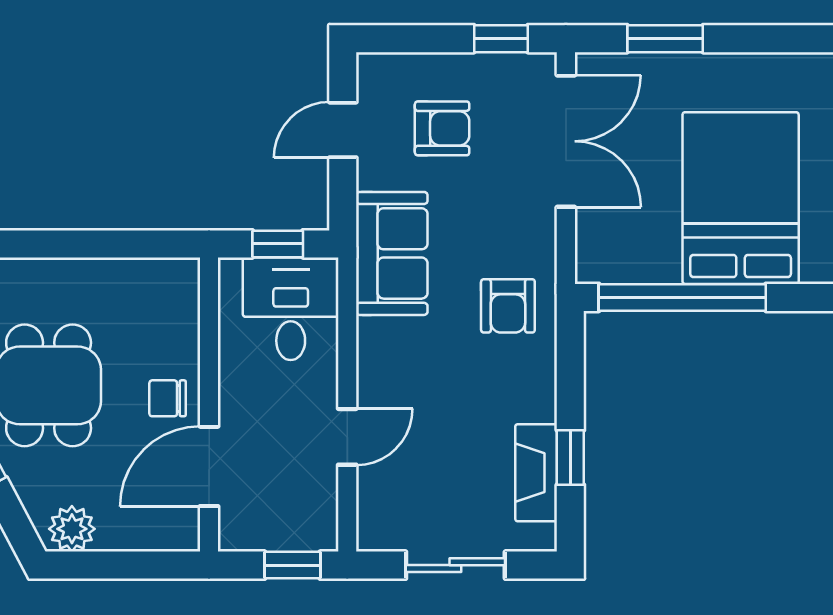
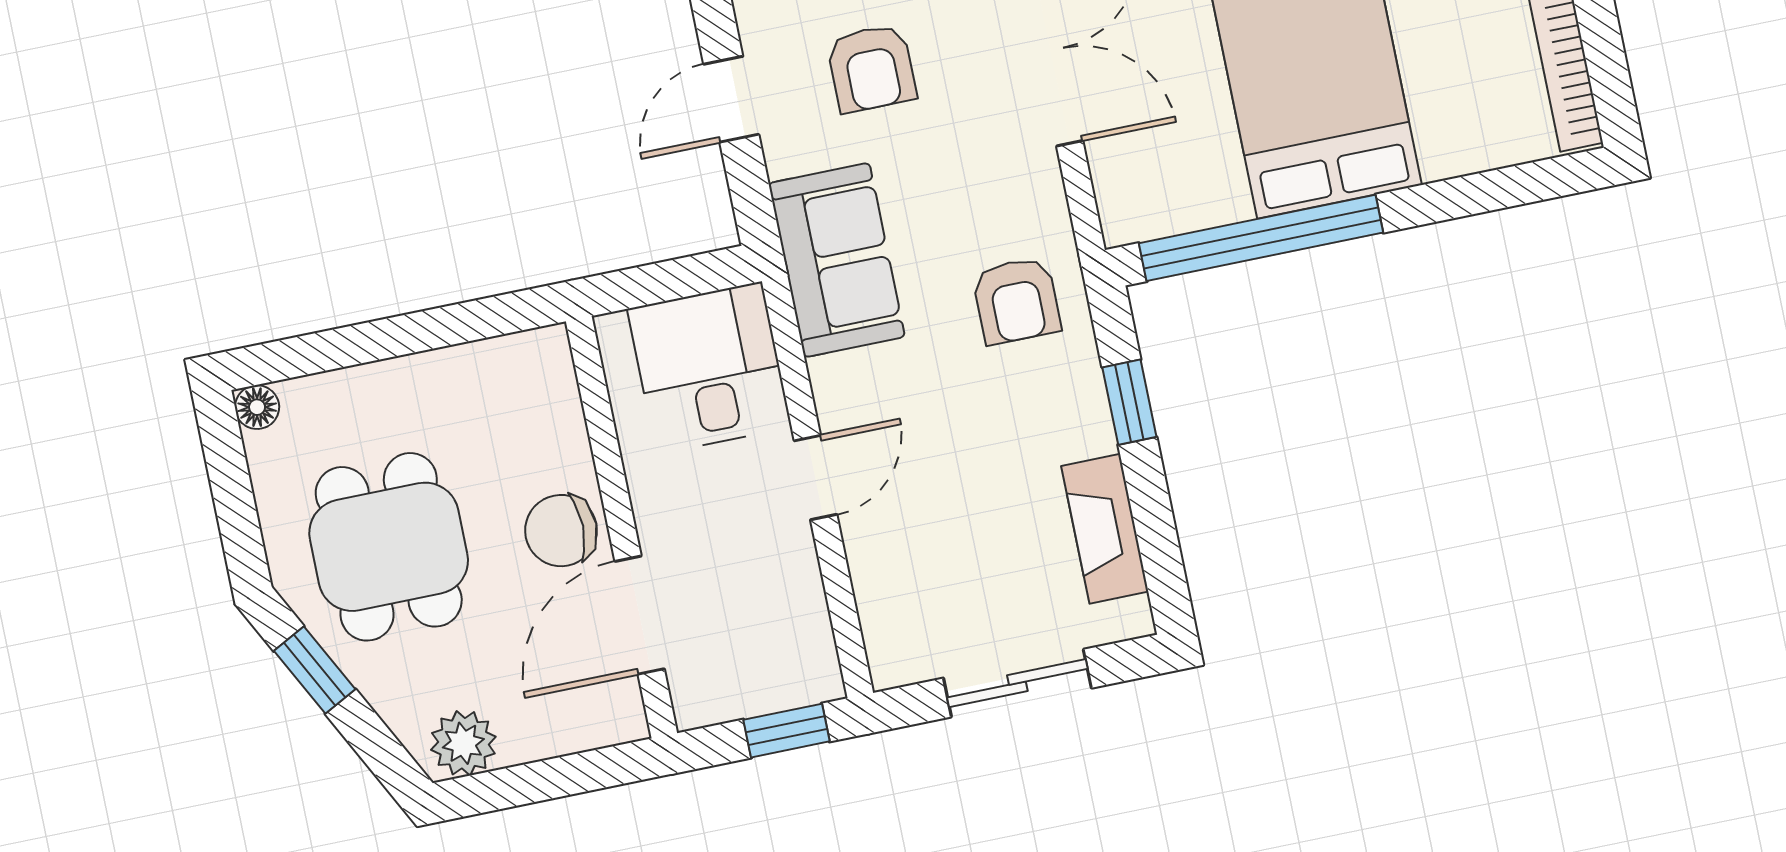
armchair: (442, 128) -> (871, 68), turned 90
window: (278, 244) -> (672, 280), removed
chair: (168, 398) -> (561, 531), width x1.37, depth x1.37
door: (347, 437) -> (816, 478), moved
window: (570, 458) -> (1129, 402), moved

